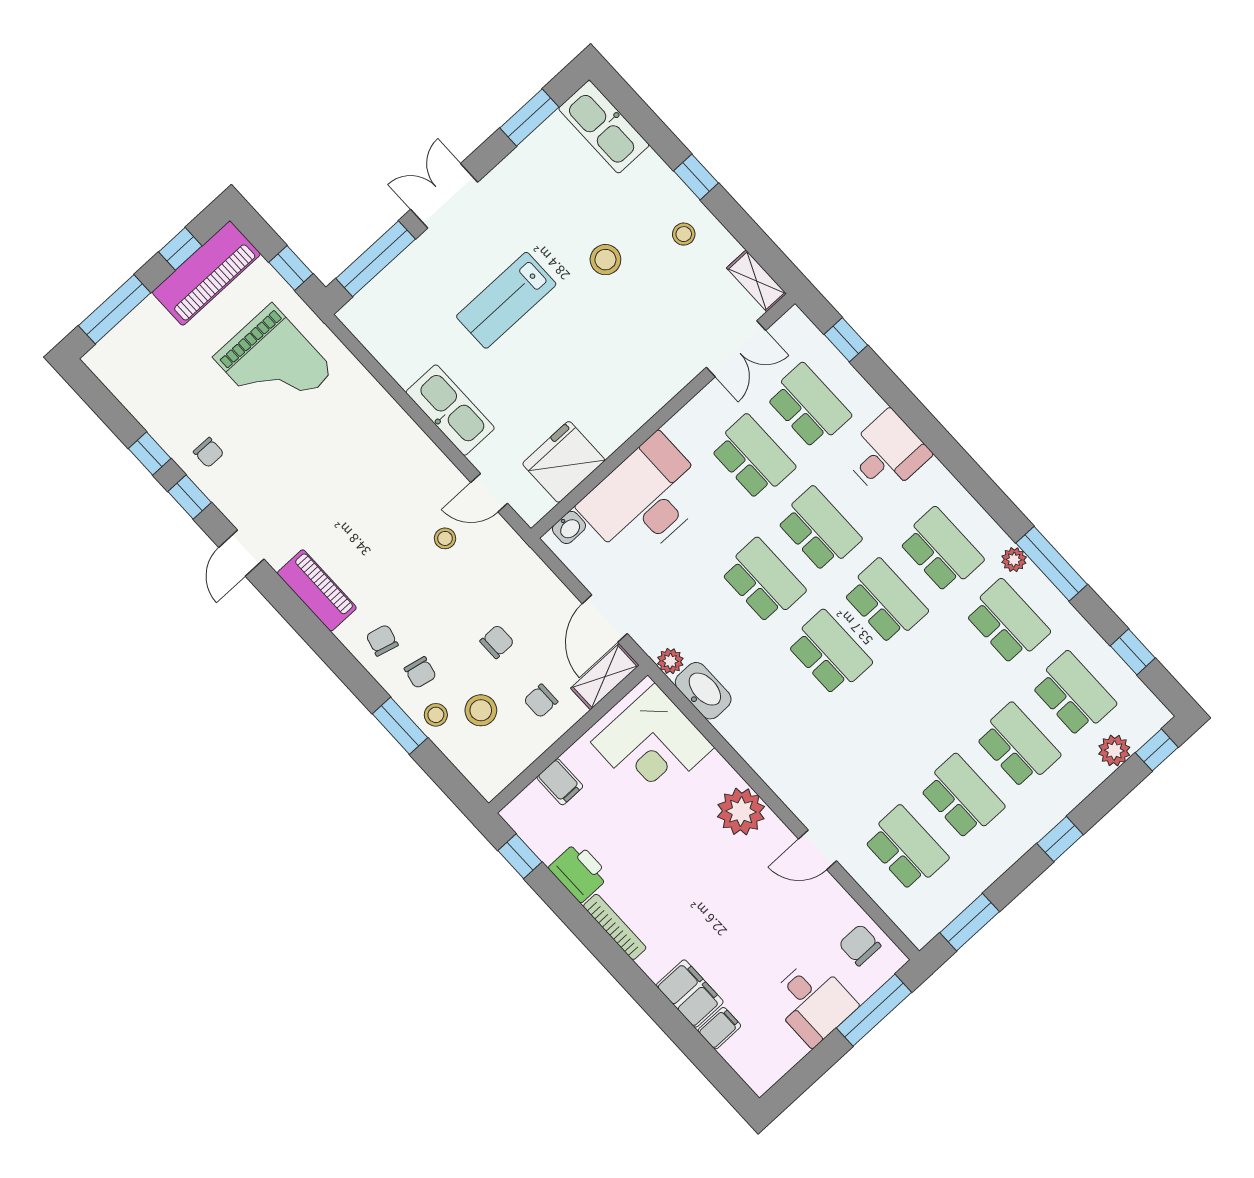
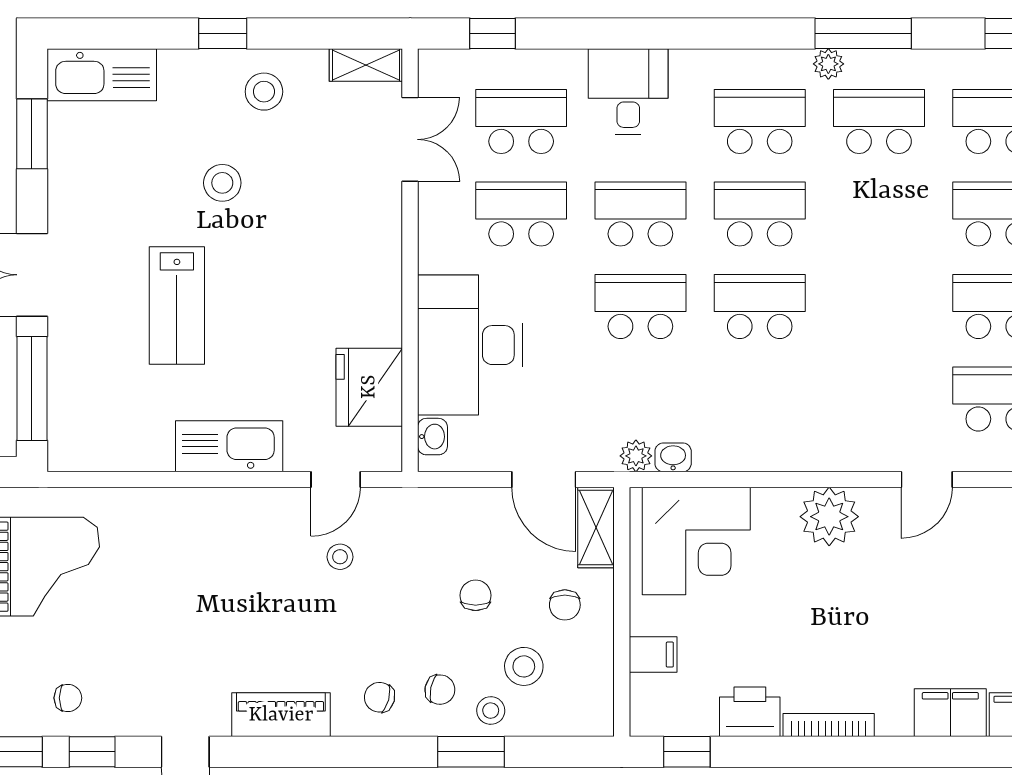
stool: (684, 234) -> (264, 92), width x1.37, depth x1.37
washbasin: (703, 691) -> (673, 457), width x0.52, depth x0.69

